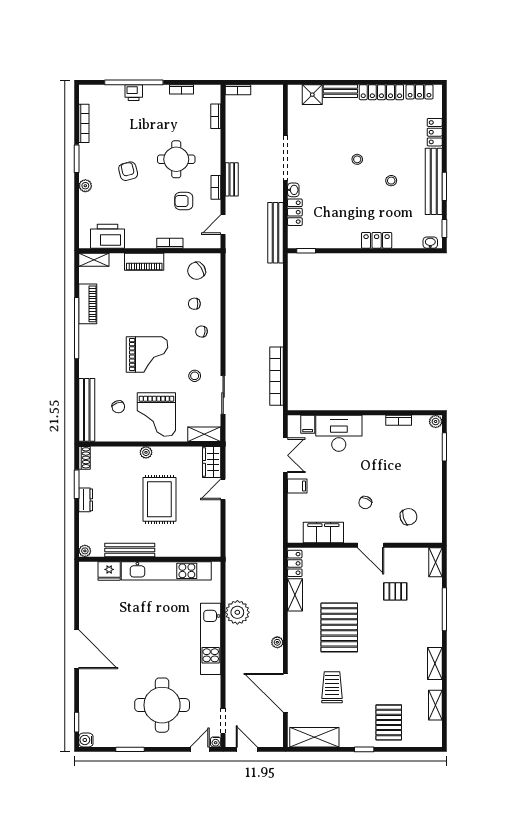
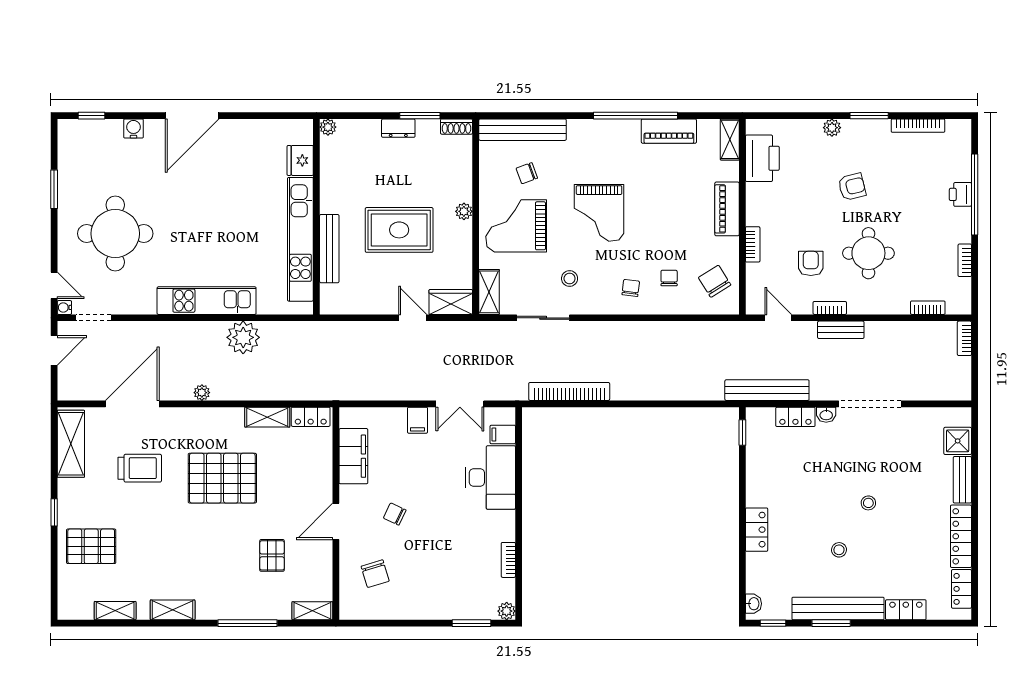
bench: (130, 550) -> (329, 249), moved
water cooler: (86, 740) -> (133, 129), moved

